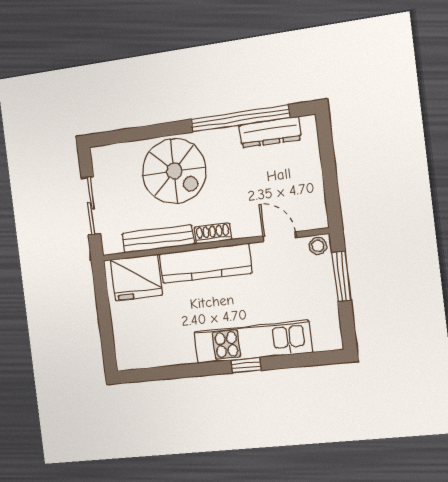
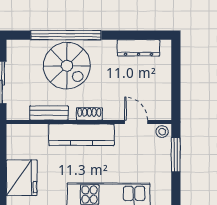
window: (240, 118) -> (66, 35), moved
bench: (158, 239) -> (49, 113), width x0.73
fridge: (136, 277) -> (22, 178), moved, turned -90

